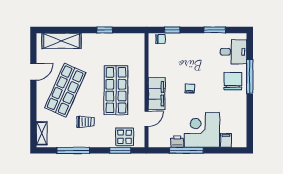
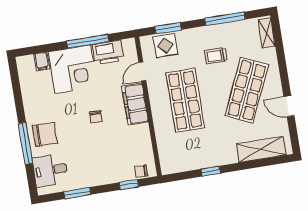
door: (33, 72) -> (289, 106), hinge flipped
chair: (233, 81) -> (45, 135), turned -90
printer: (177, 142) -> (108, 52), width x1.87, depth x1.48

